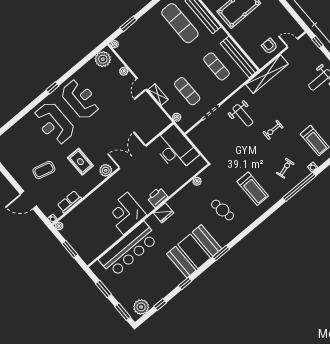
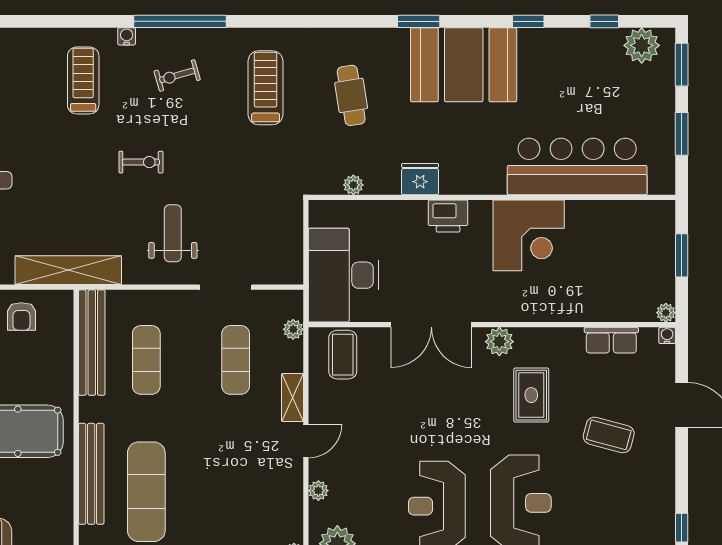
coffee table: (153, 123) -> (343, 355), added
fridge: (164, 213) -> (420, 179), moved

